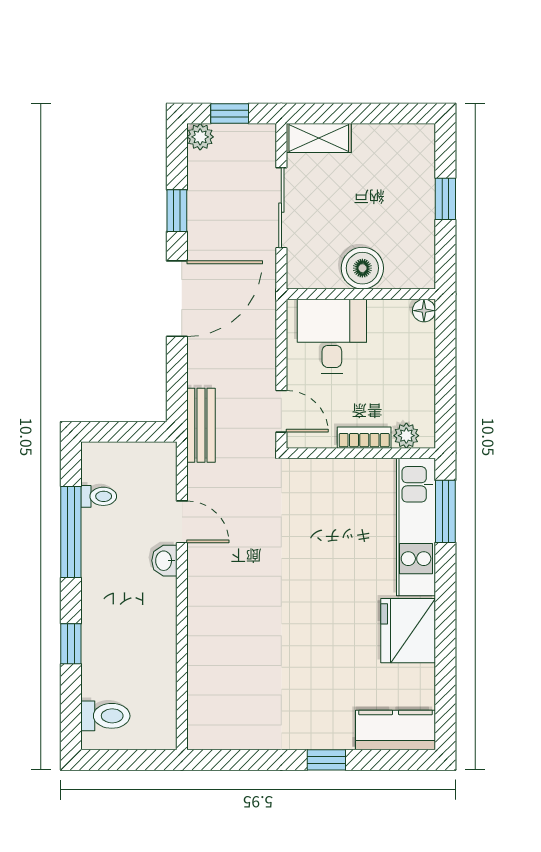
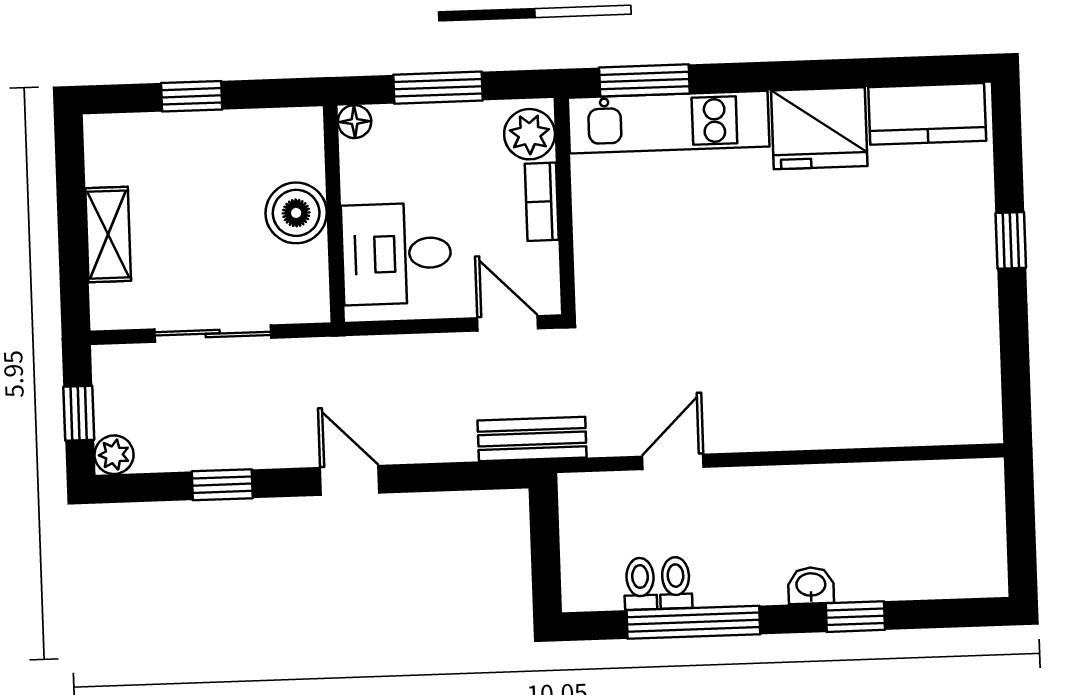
shelving: (319, 138) -> (108, 235), moved
door: (177, 299) -> (350, 480), width x0.53
window: (445, 369) -> (438, 88), added
door: (281, 411) -> (508, 323), hinge flipped
plant: (406, 436) -> (530, 134), width x1.38, depth x1.38
washbasin: (164, 561) -> (811, 586), moved, turned 180
toilet: (105, 716) -> (676, 583), moved, width x0.73, depth x0.72
kitchen counter: (396, 730) -> (927, 114), moved, turned -90

